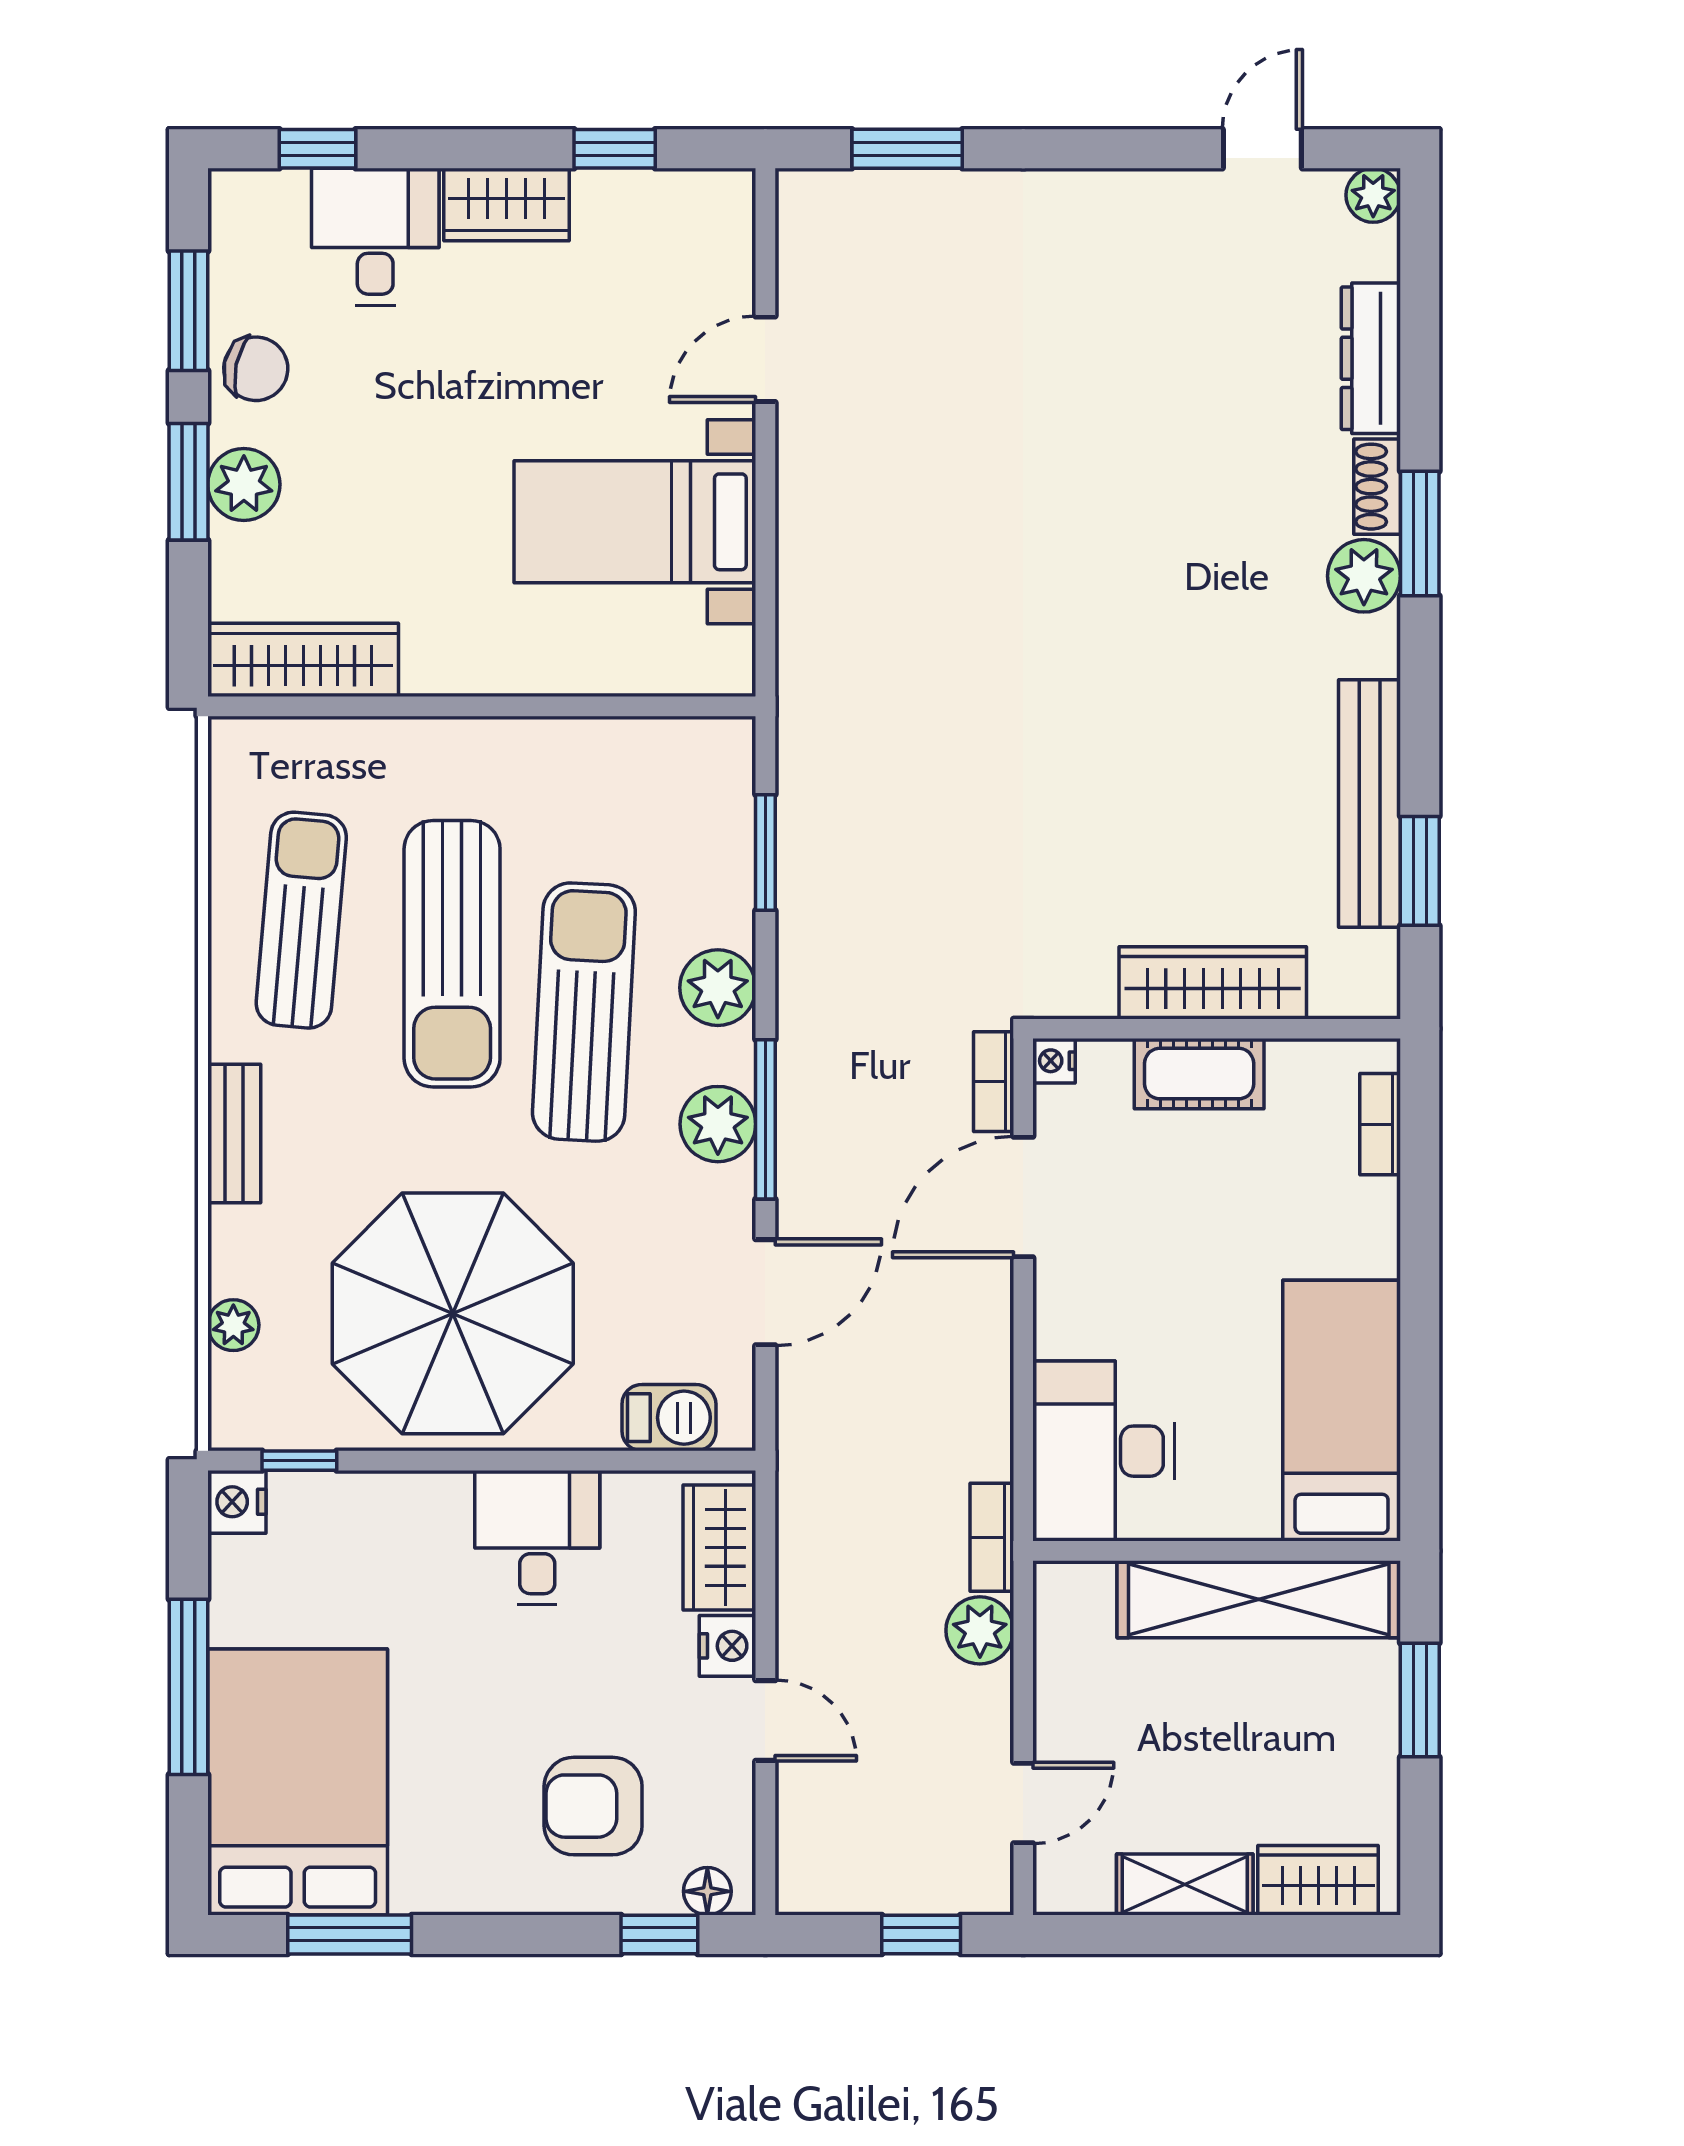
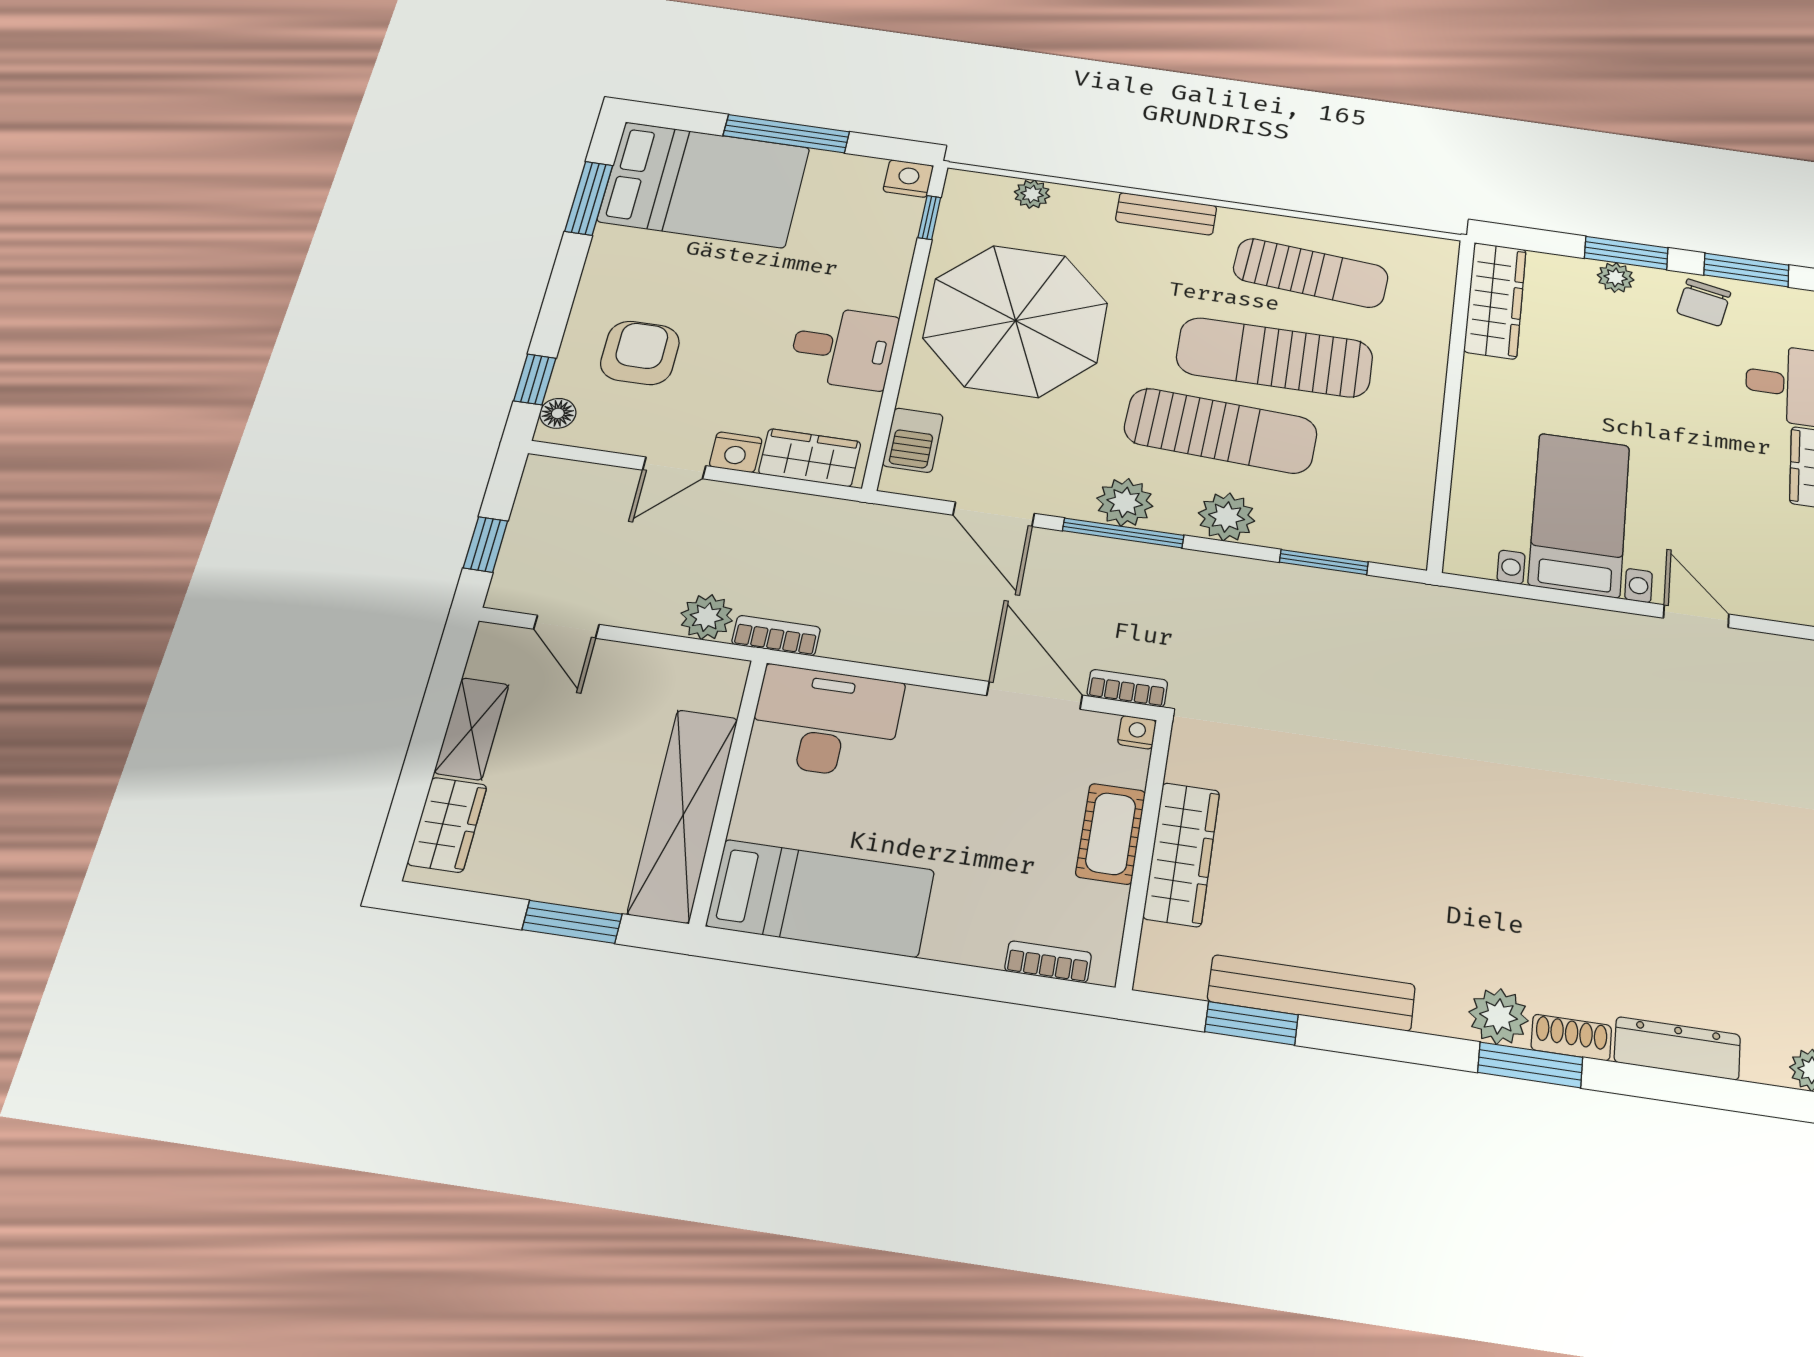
plant: (244, 484) -> (1616, 277), width x0.73, depth x0.73

